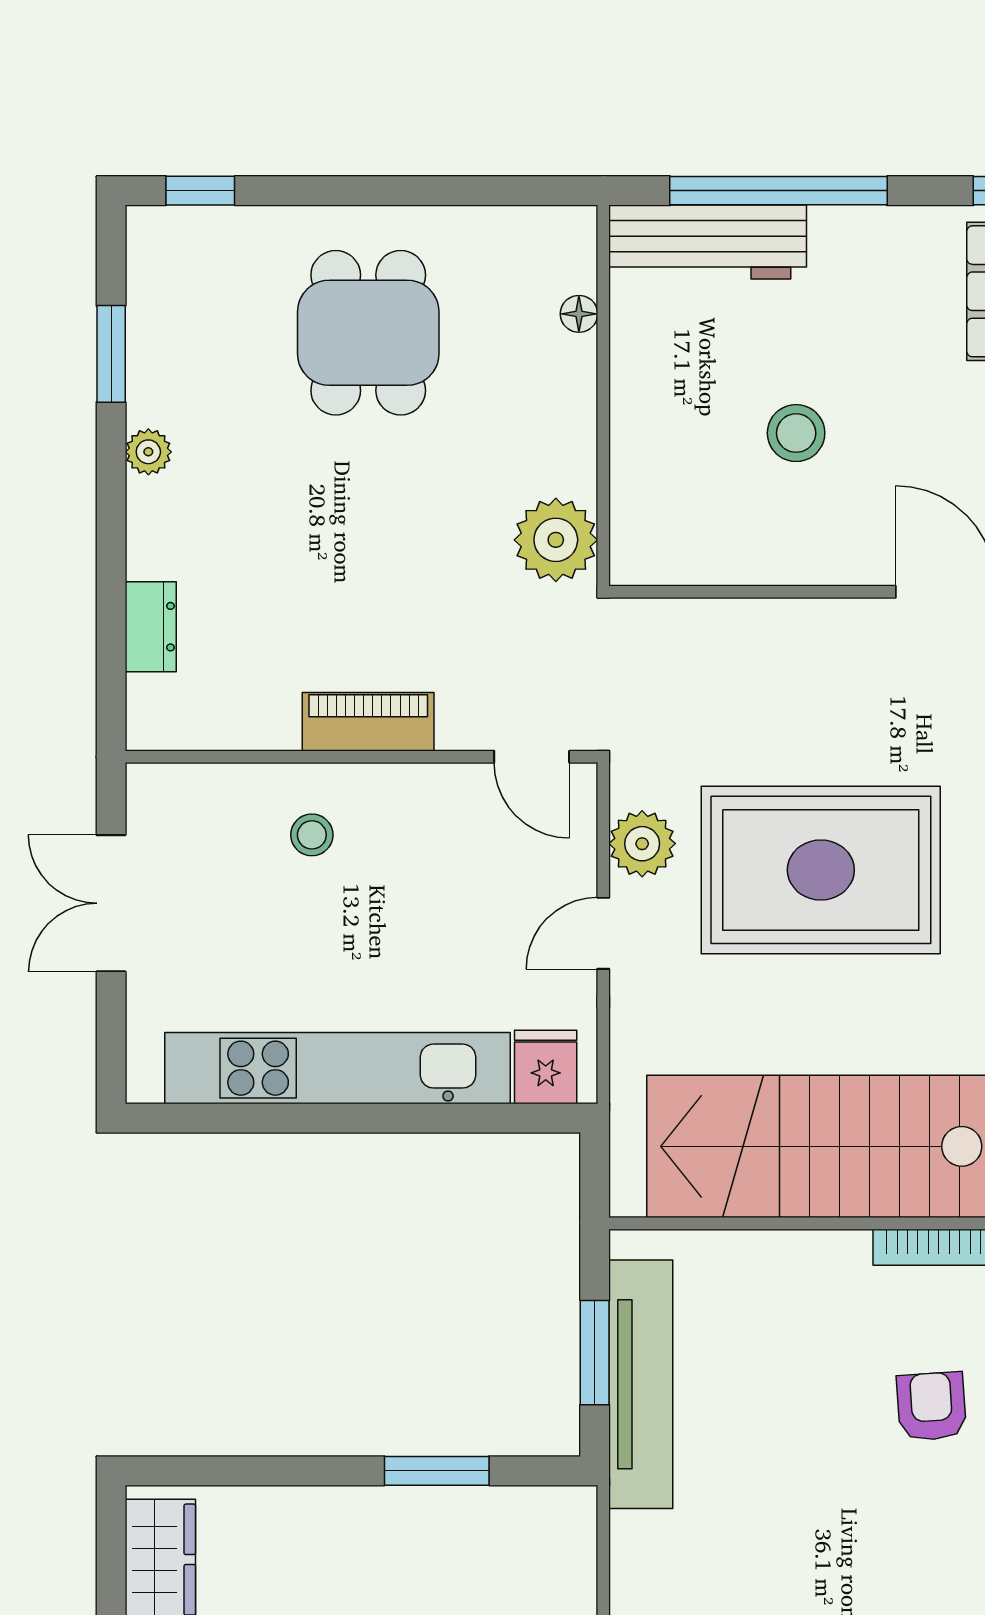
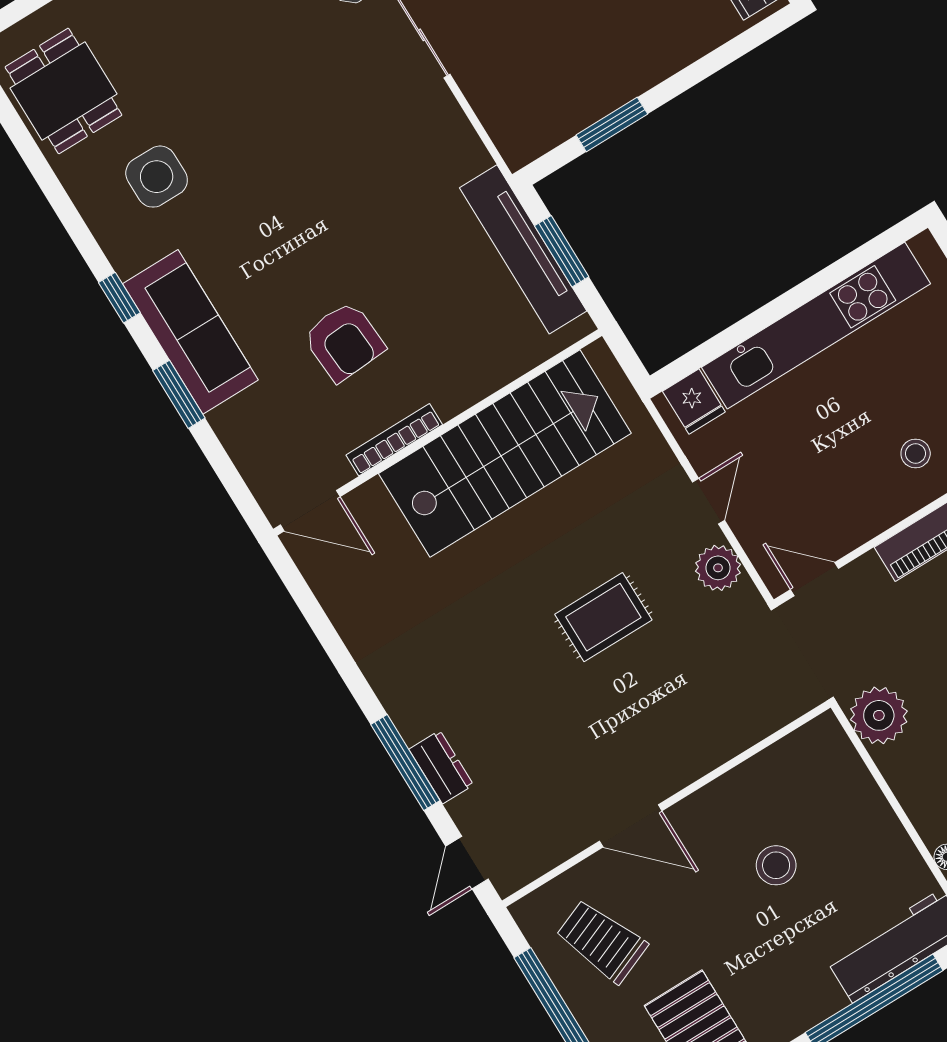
rug: (821, 870) -> (603, 617), width x0.54, depth x0.49
armchair: (932, 1406) -> (344, 342), width x1.38, depth x1.38

